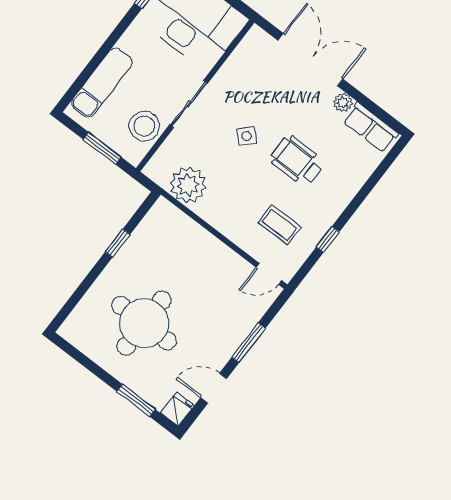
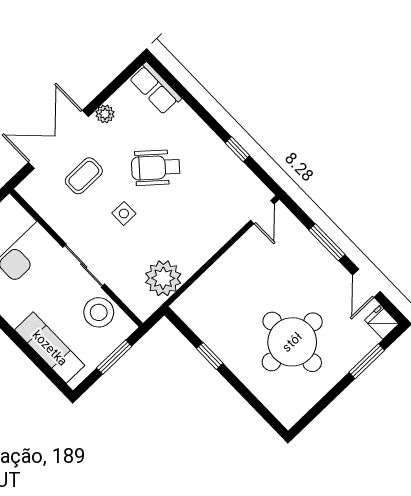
row of seats: (371, 127) -> (155, 88), moved, turned 90
side table: (247, 136) -> (124, 213), turned 45
wheelchair: (297, 161) -> (156, 168), turned 41
coffee table: (279, 225) -> (84, 176), moved

